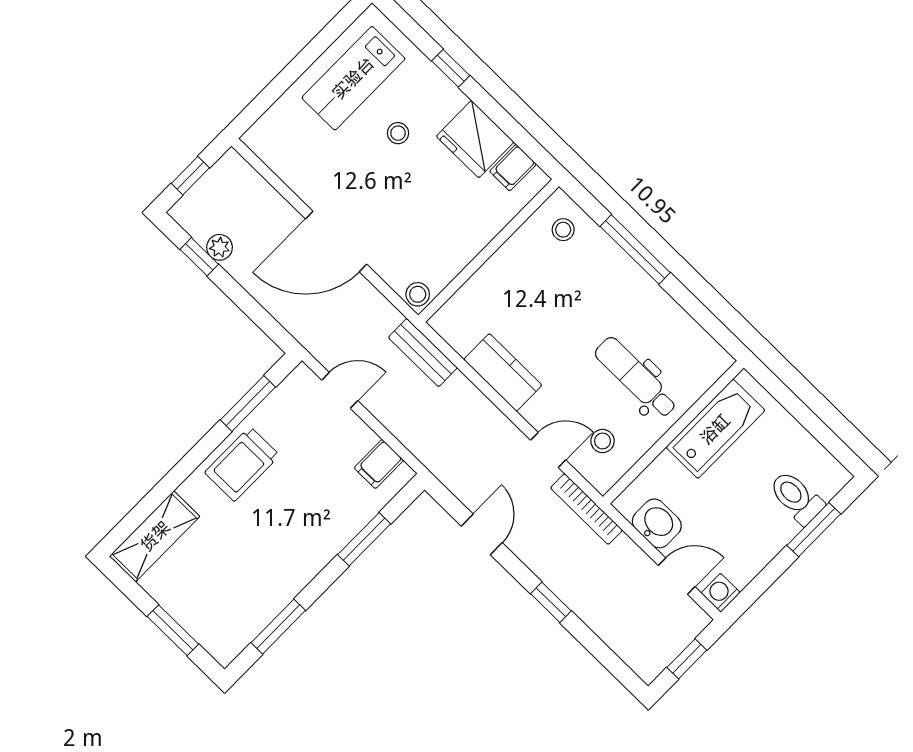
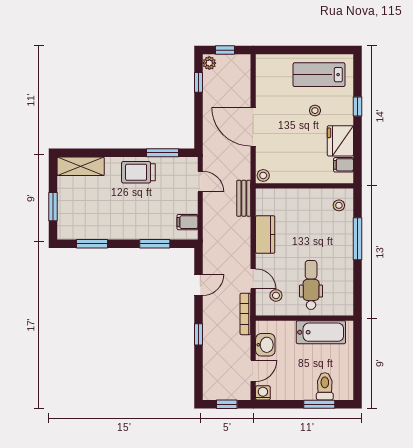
plant: (220, 247) -> (209, 63), moved
door: (677, 576) -> (253, 371), hinge flipped

